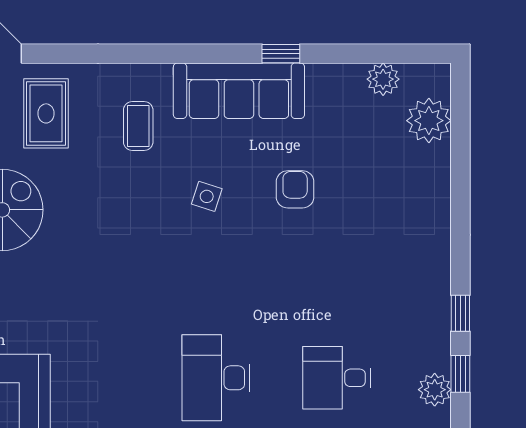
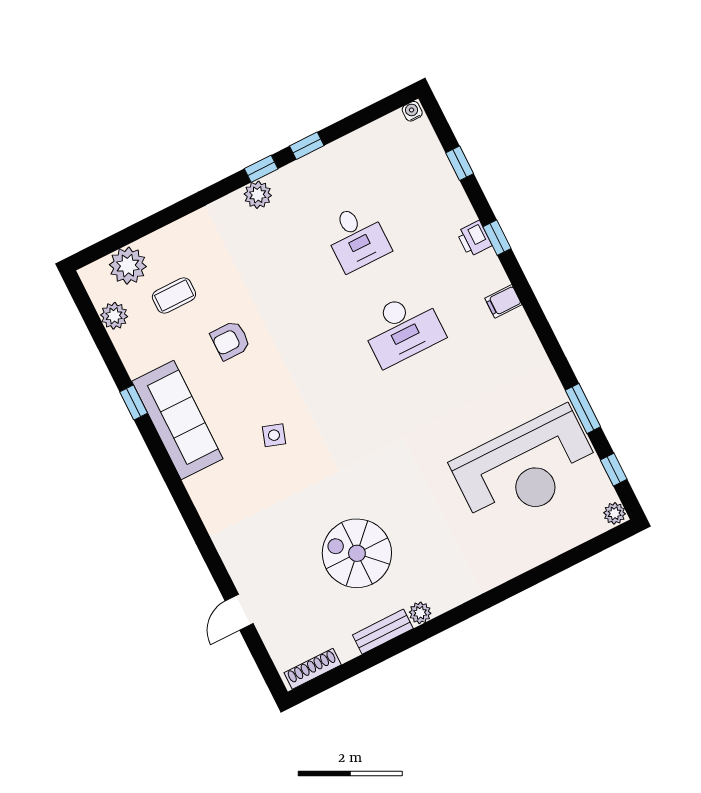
rug: (46, 113) -> (268, 557), removed
coffee table: (138, 126) -> (174, 296), moved
side table: (207, 196) -> (274, 435), moved
plant: (435, 390) -> (258, 195), moved

